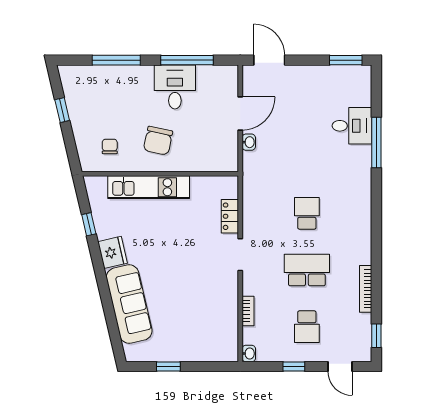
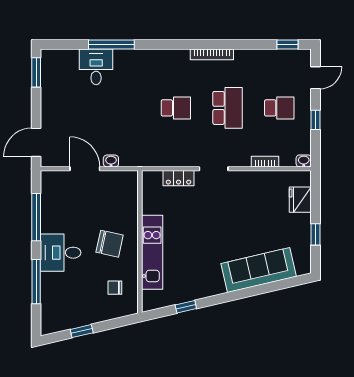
desk: (175, 87) -> (61, 253), moved
school desk: (307, 213) -> (176, 108), turned 180
fridge: (113, 252) -> (300, 200), moved, turned -77
school desk: (307, 270) -> (228, 108), turned 180
bookcase: (366, 289) -> (212, 54), moved

